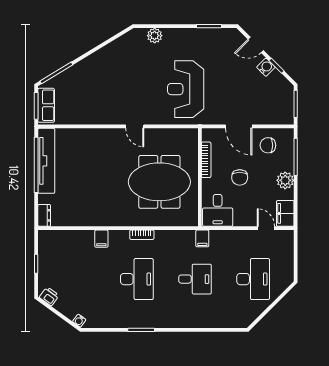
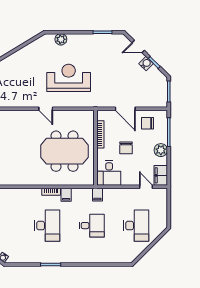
reception desk: (186, 89) -> (69, 78), moved, turned 90
filing cabinet: (101, 239) -> (66, 195), moved

